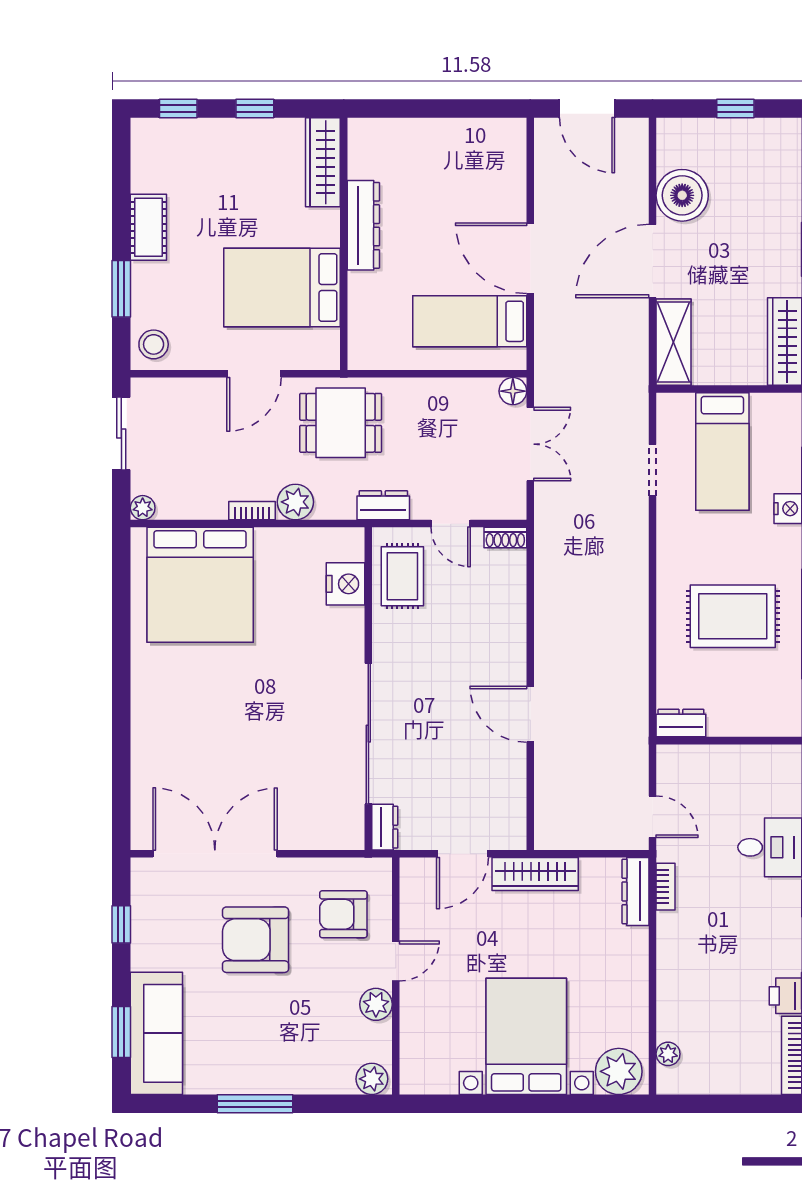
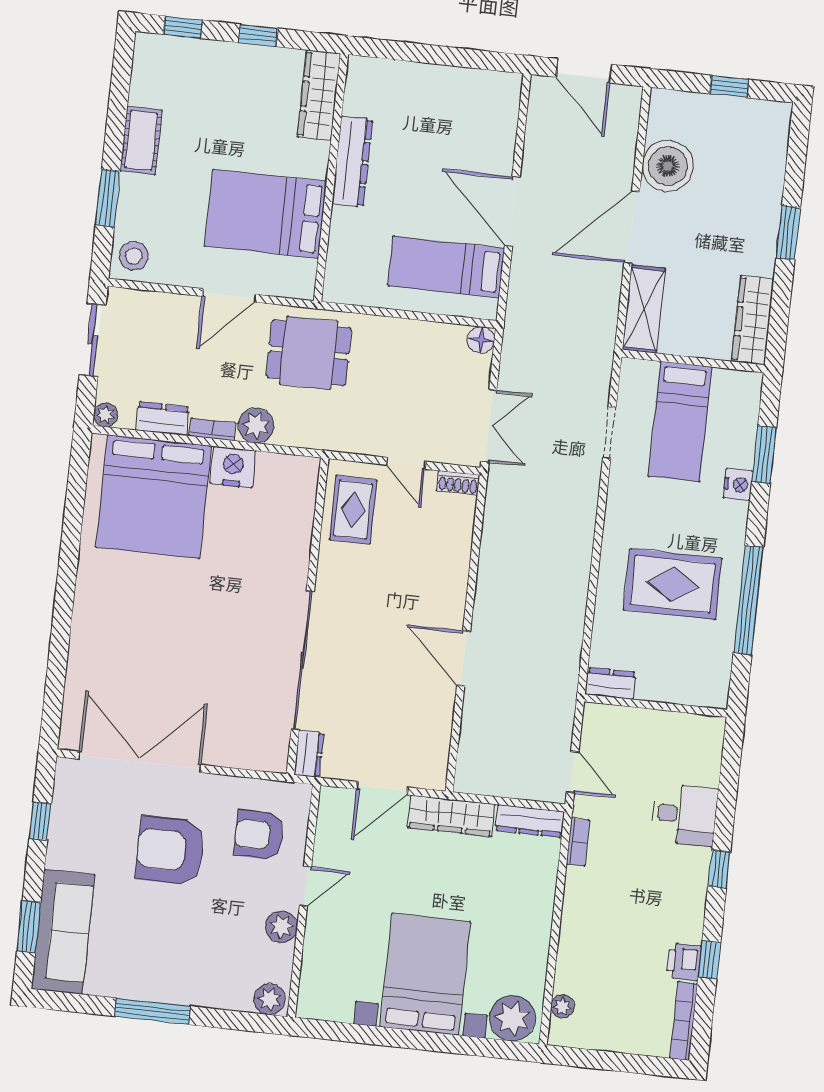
double door: (530, 444) -> (489, 426), moved
dresser: (383, 505) -> (163, 419), moved
nightstand: (346, 584) -> (233, 467), moved, turned -90
dresser: (636, 891) -> (530, 821), moved, turned -90

